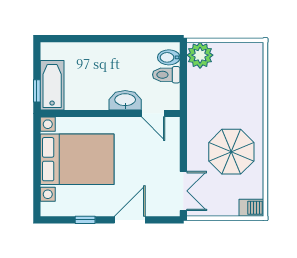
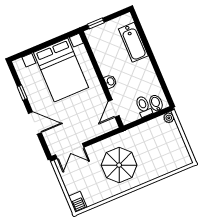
plant: (200, 55) -> (169, 118), width x0.53, depth x0.53
bathtub: (52, 85) -> (133, 42), moved, turned 90
washbasin: (125, 100) -> (110, 81), width x0.52, depth x0.69
parasol: (231, 152) -> (119, 165), moved

